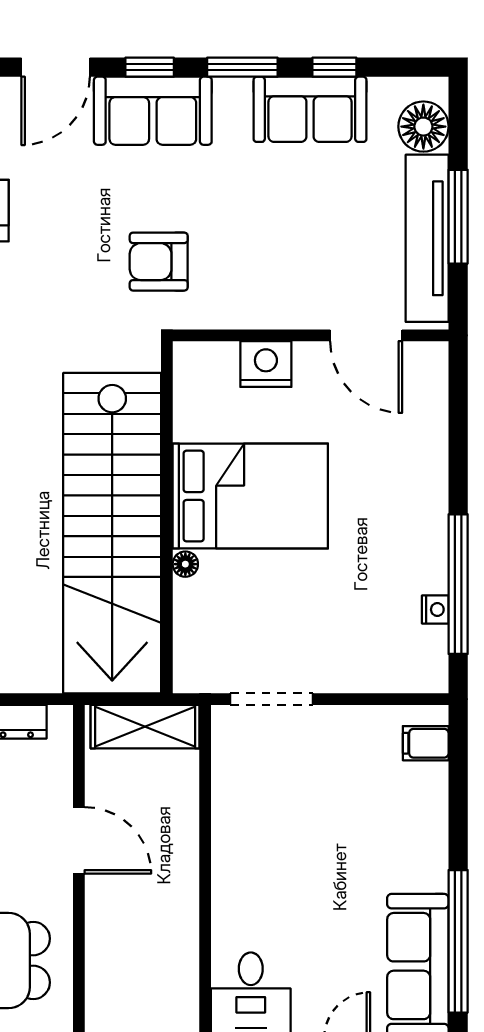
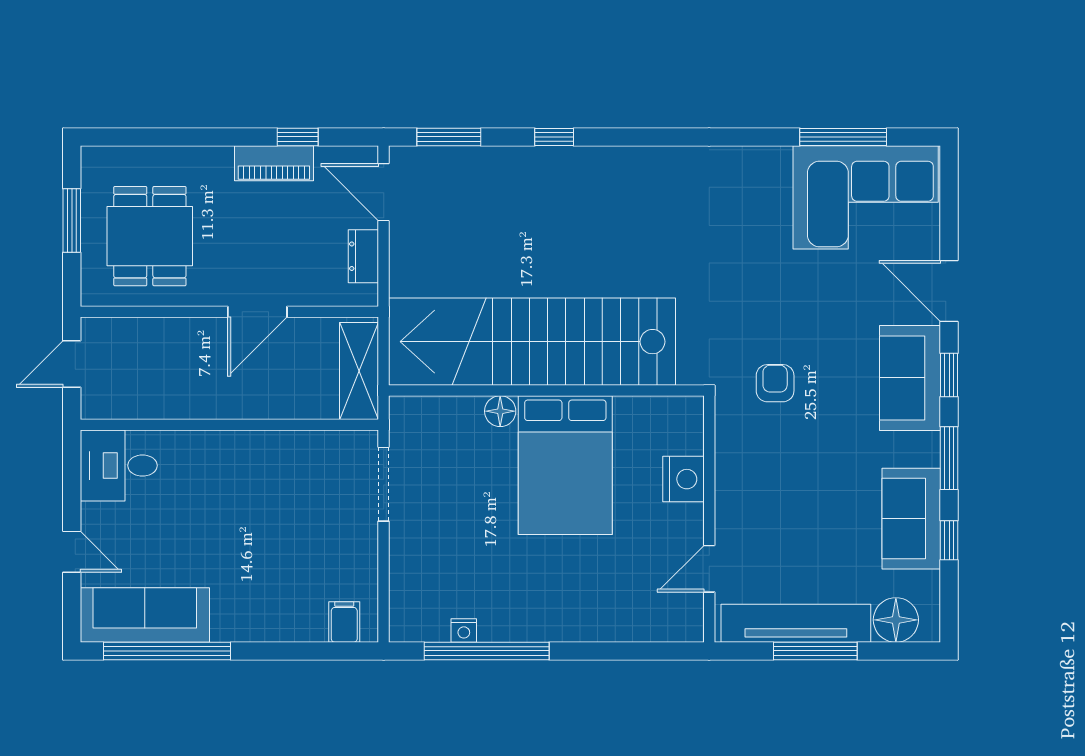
armchair: (159, 262) -> (775, 383), width x0.72, depth x0.72
door: (366, 335) -> (709, 569), width x0.73
floor lamp: (185, 564) -> (500, 411), width x1.37, depth x1.37

